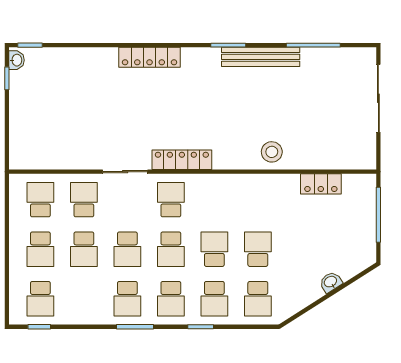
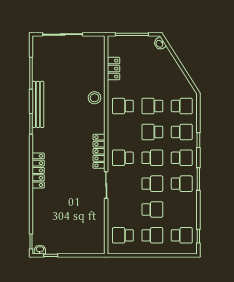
school desk: (84, 200) -> (123, 106), moved
washbasin: (331, 282) -> (160, 44), moved

